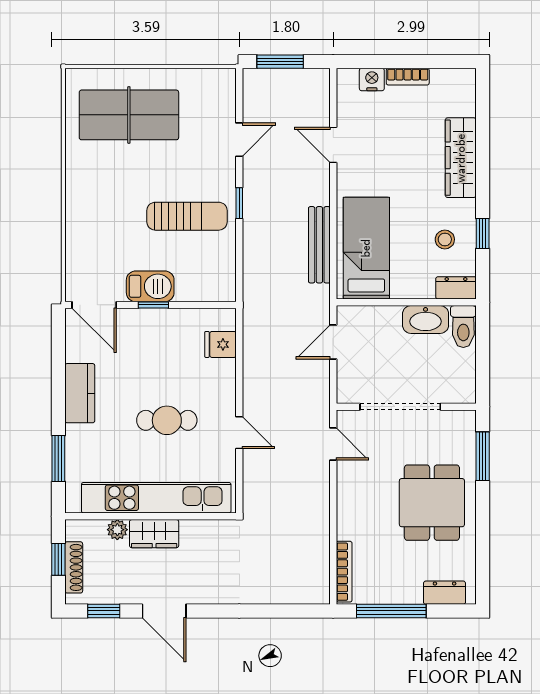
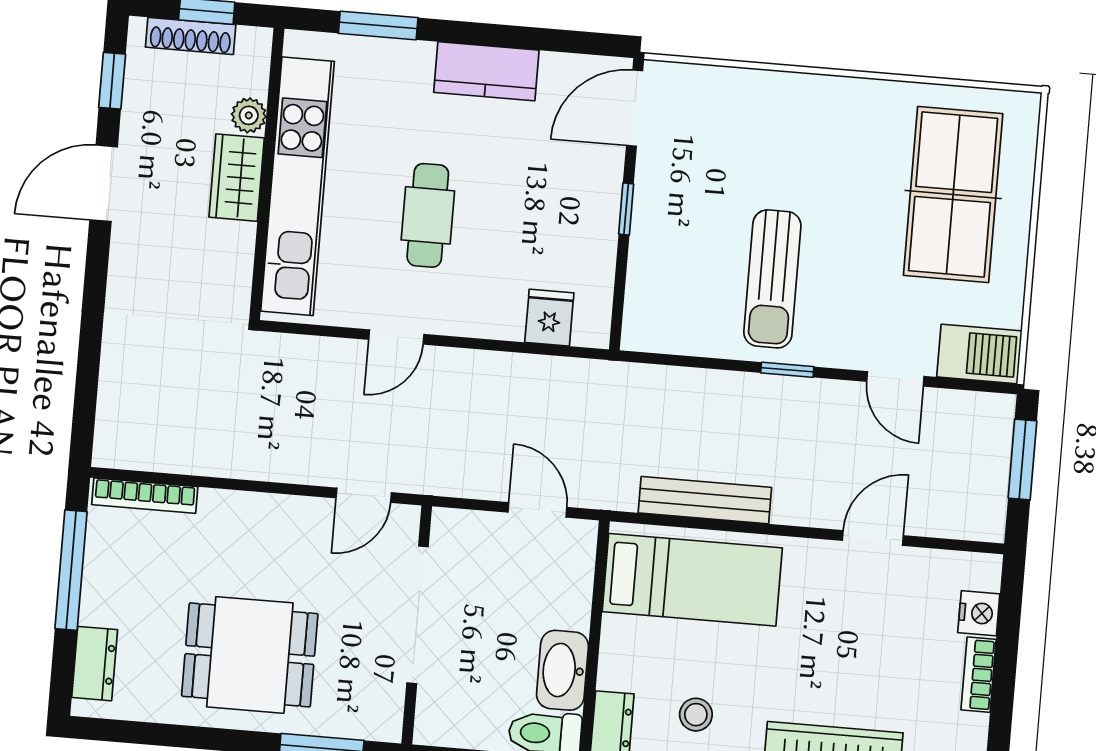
barbecue: (150, 286) -> (979, 354), moved, turned -90

